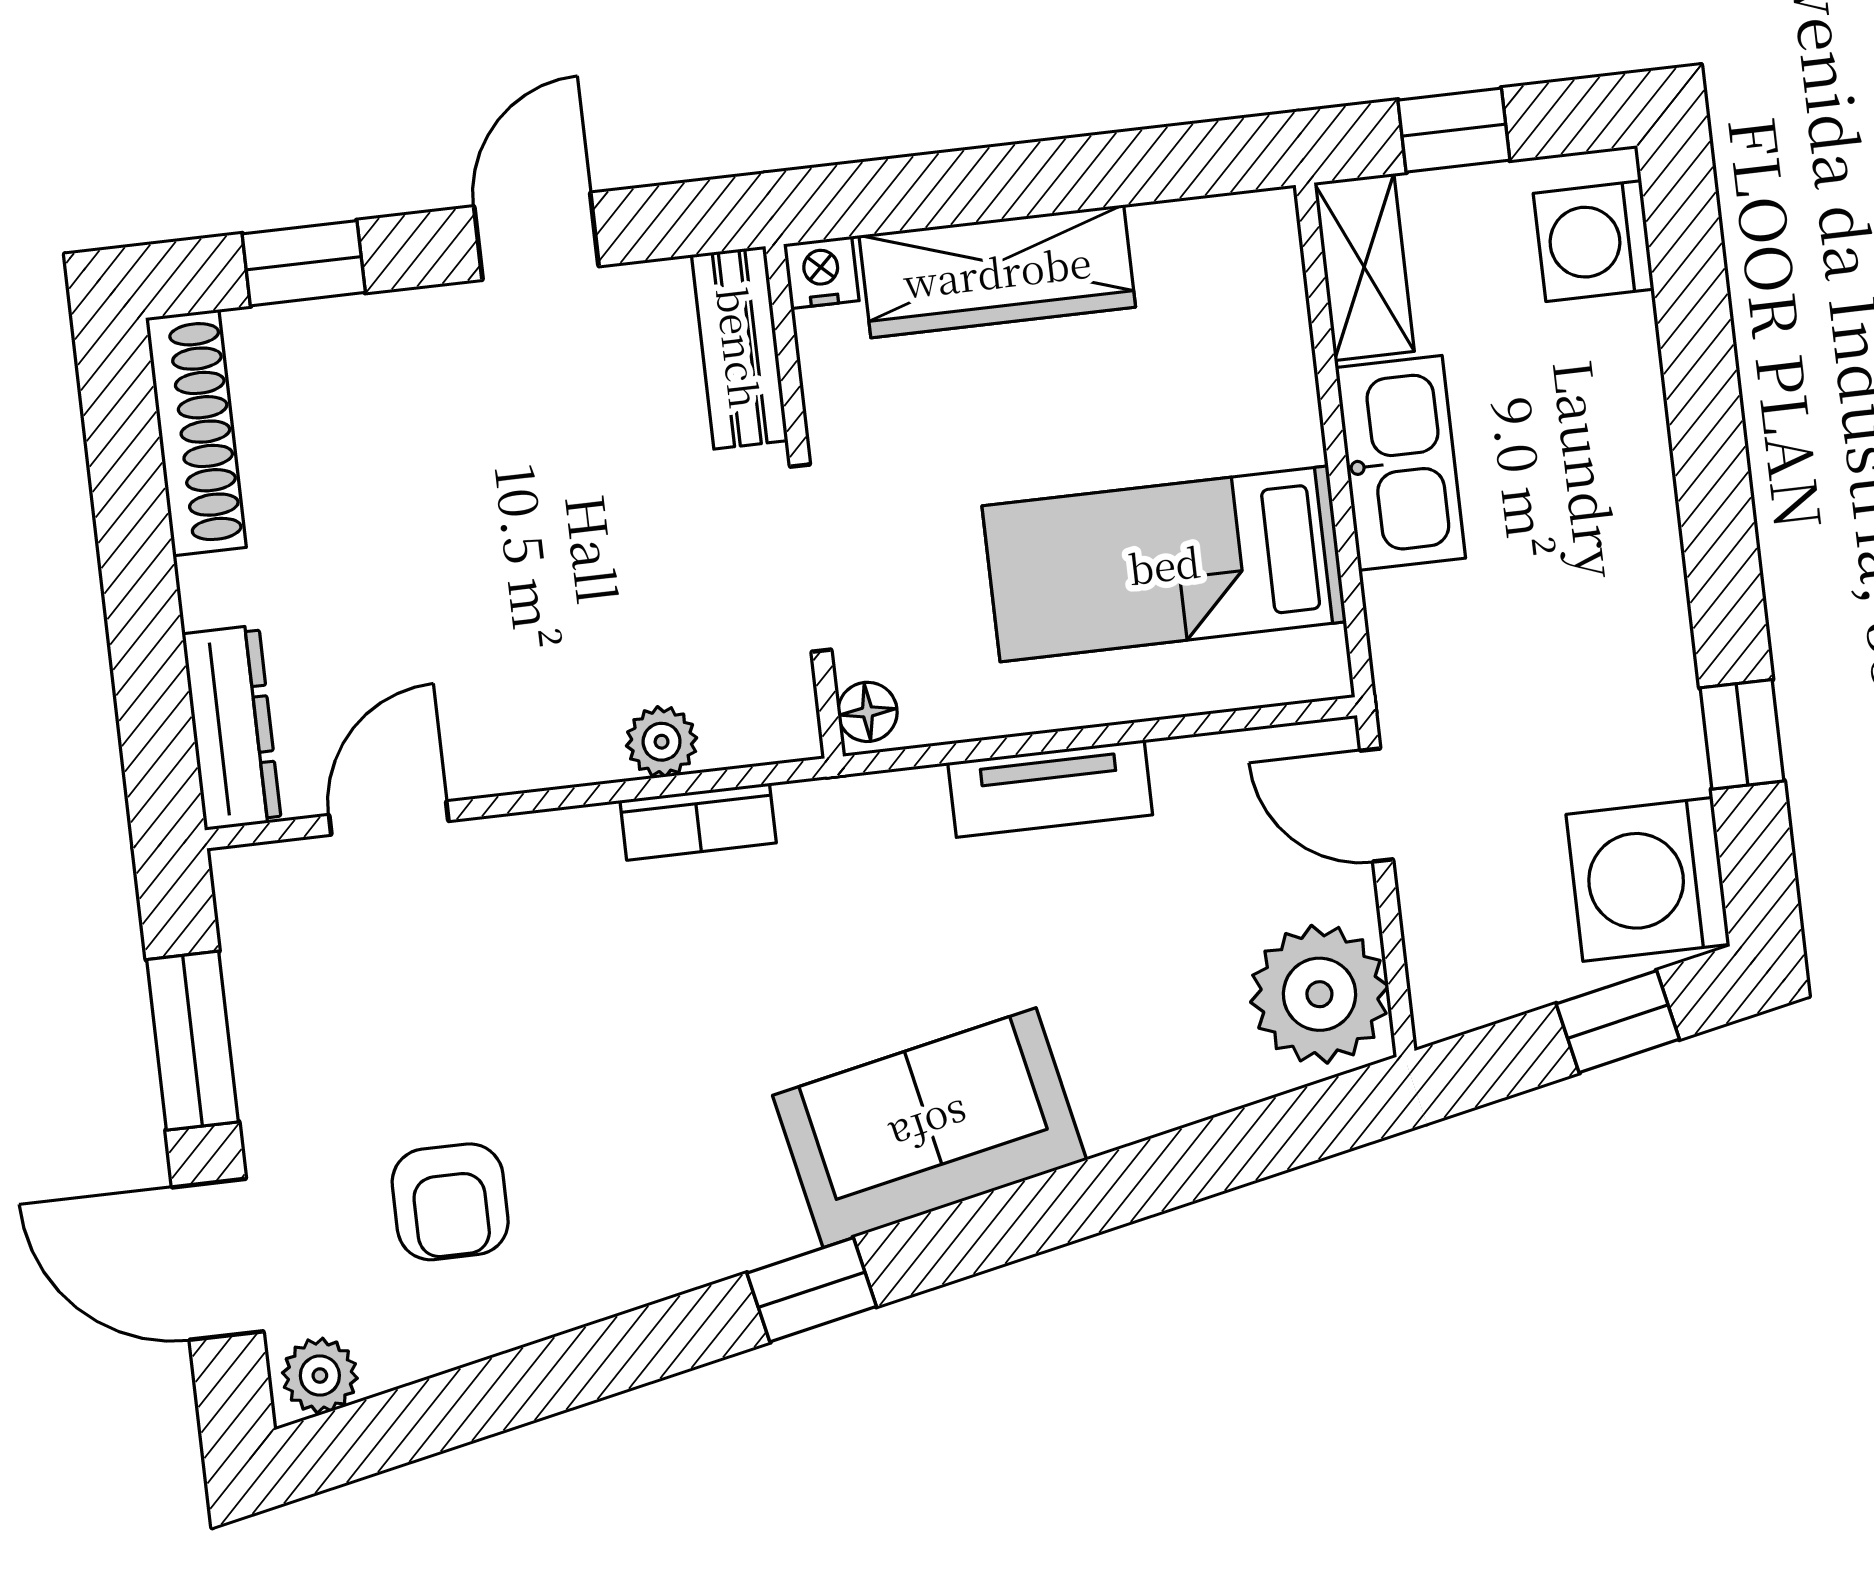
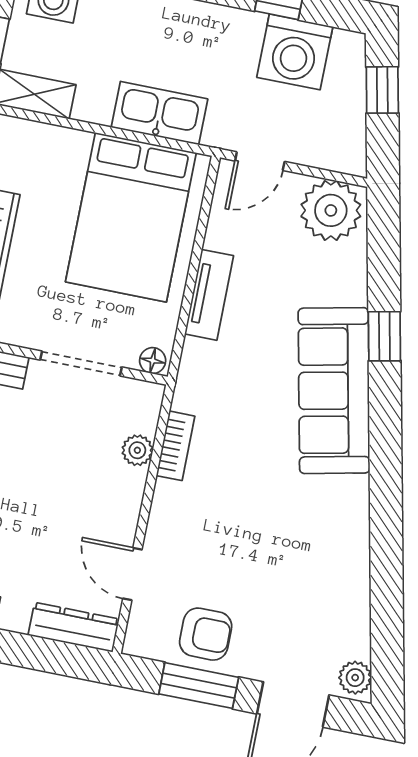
kitchen sink: (1400, 463) -> (159, 113), moved
bed: (1164, 564) -> (131, 217), width x1.50
washing machine: (1648, 879) -> (295, 52), moved
sofa: (930, 1128) -> (334, 391), width x1.36
armchair: (450, 1202) -> (206, 634), moved
window: (812, 1290) -> (384, 336), moved

